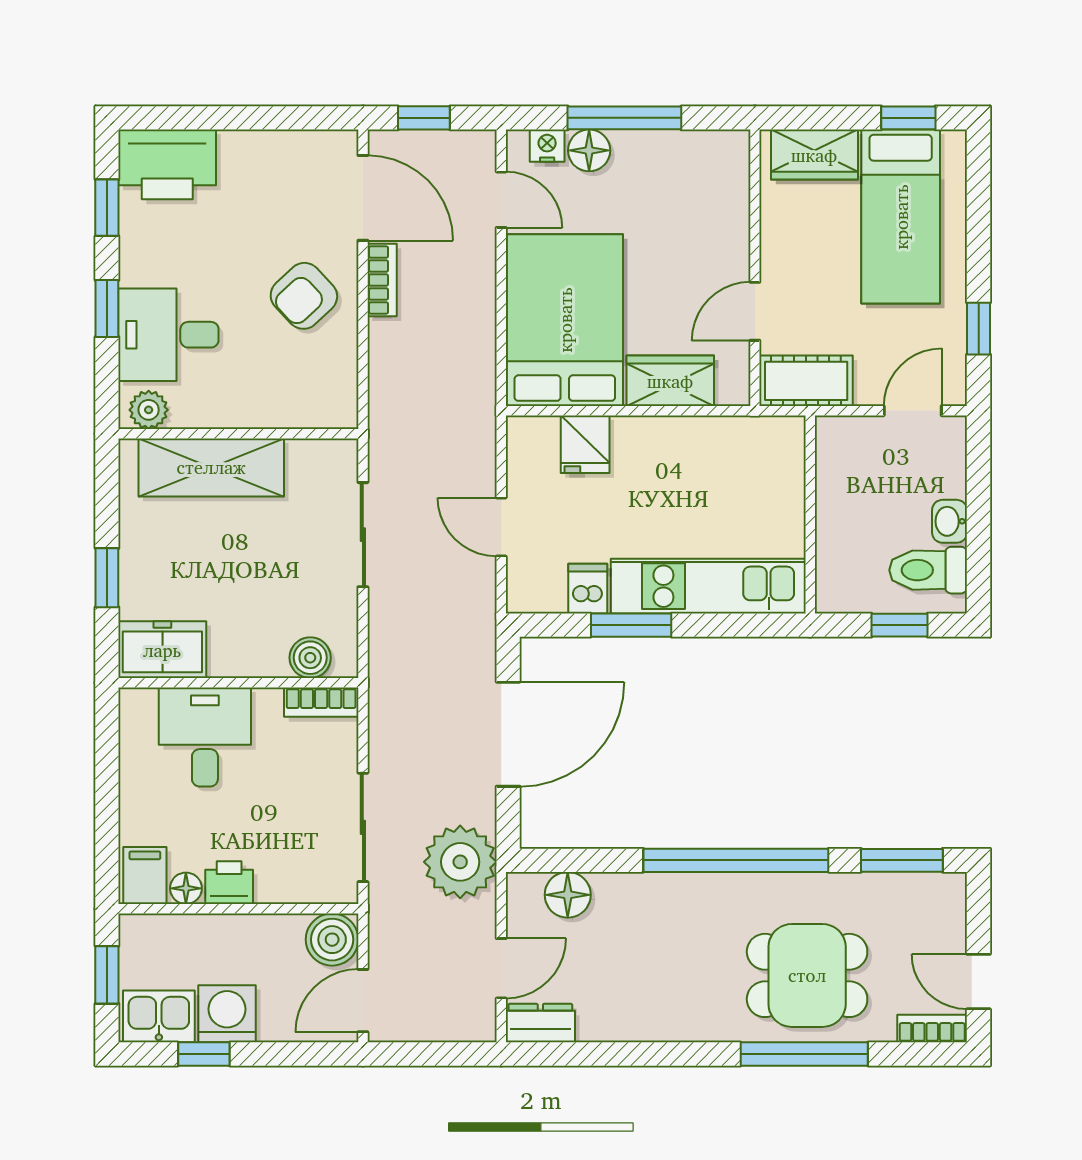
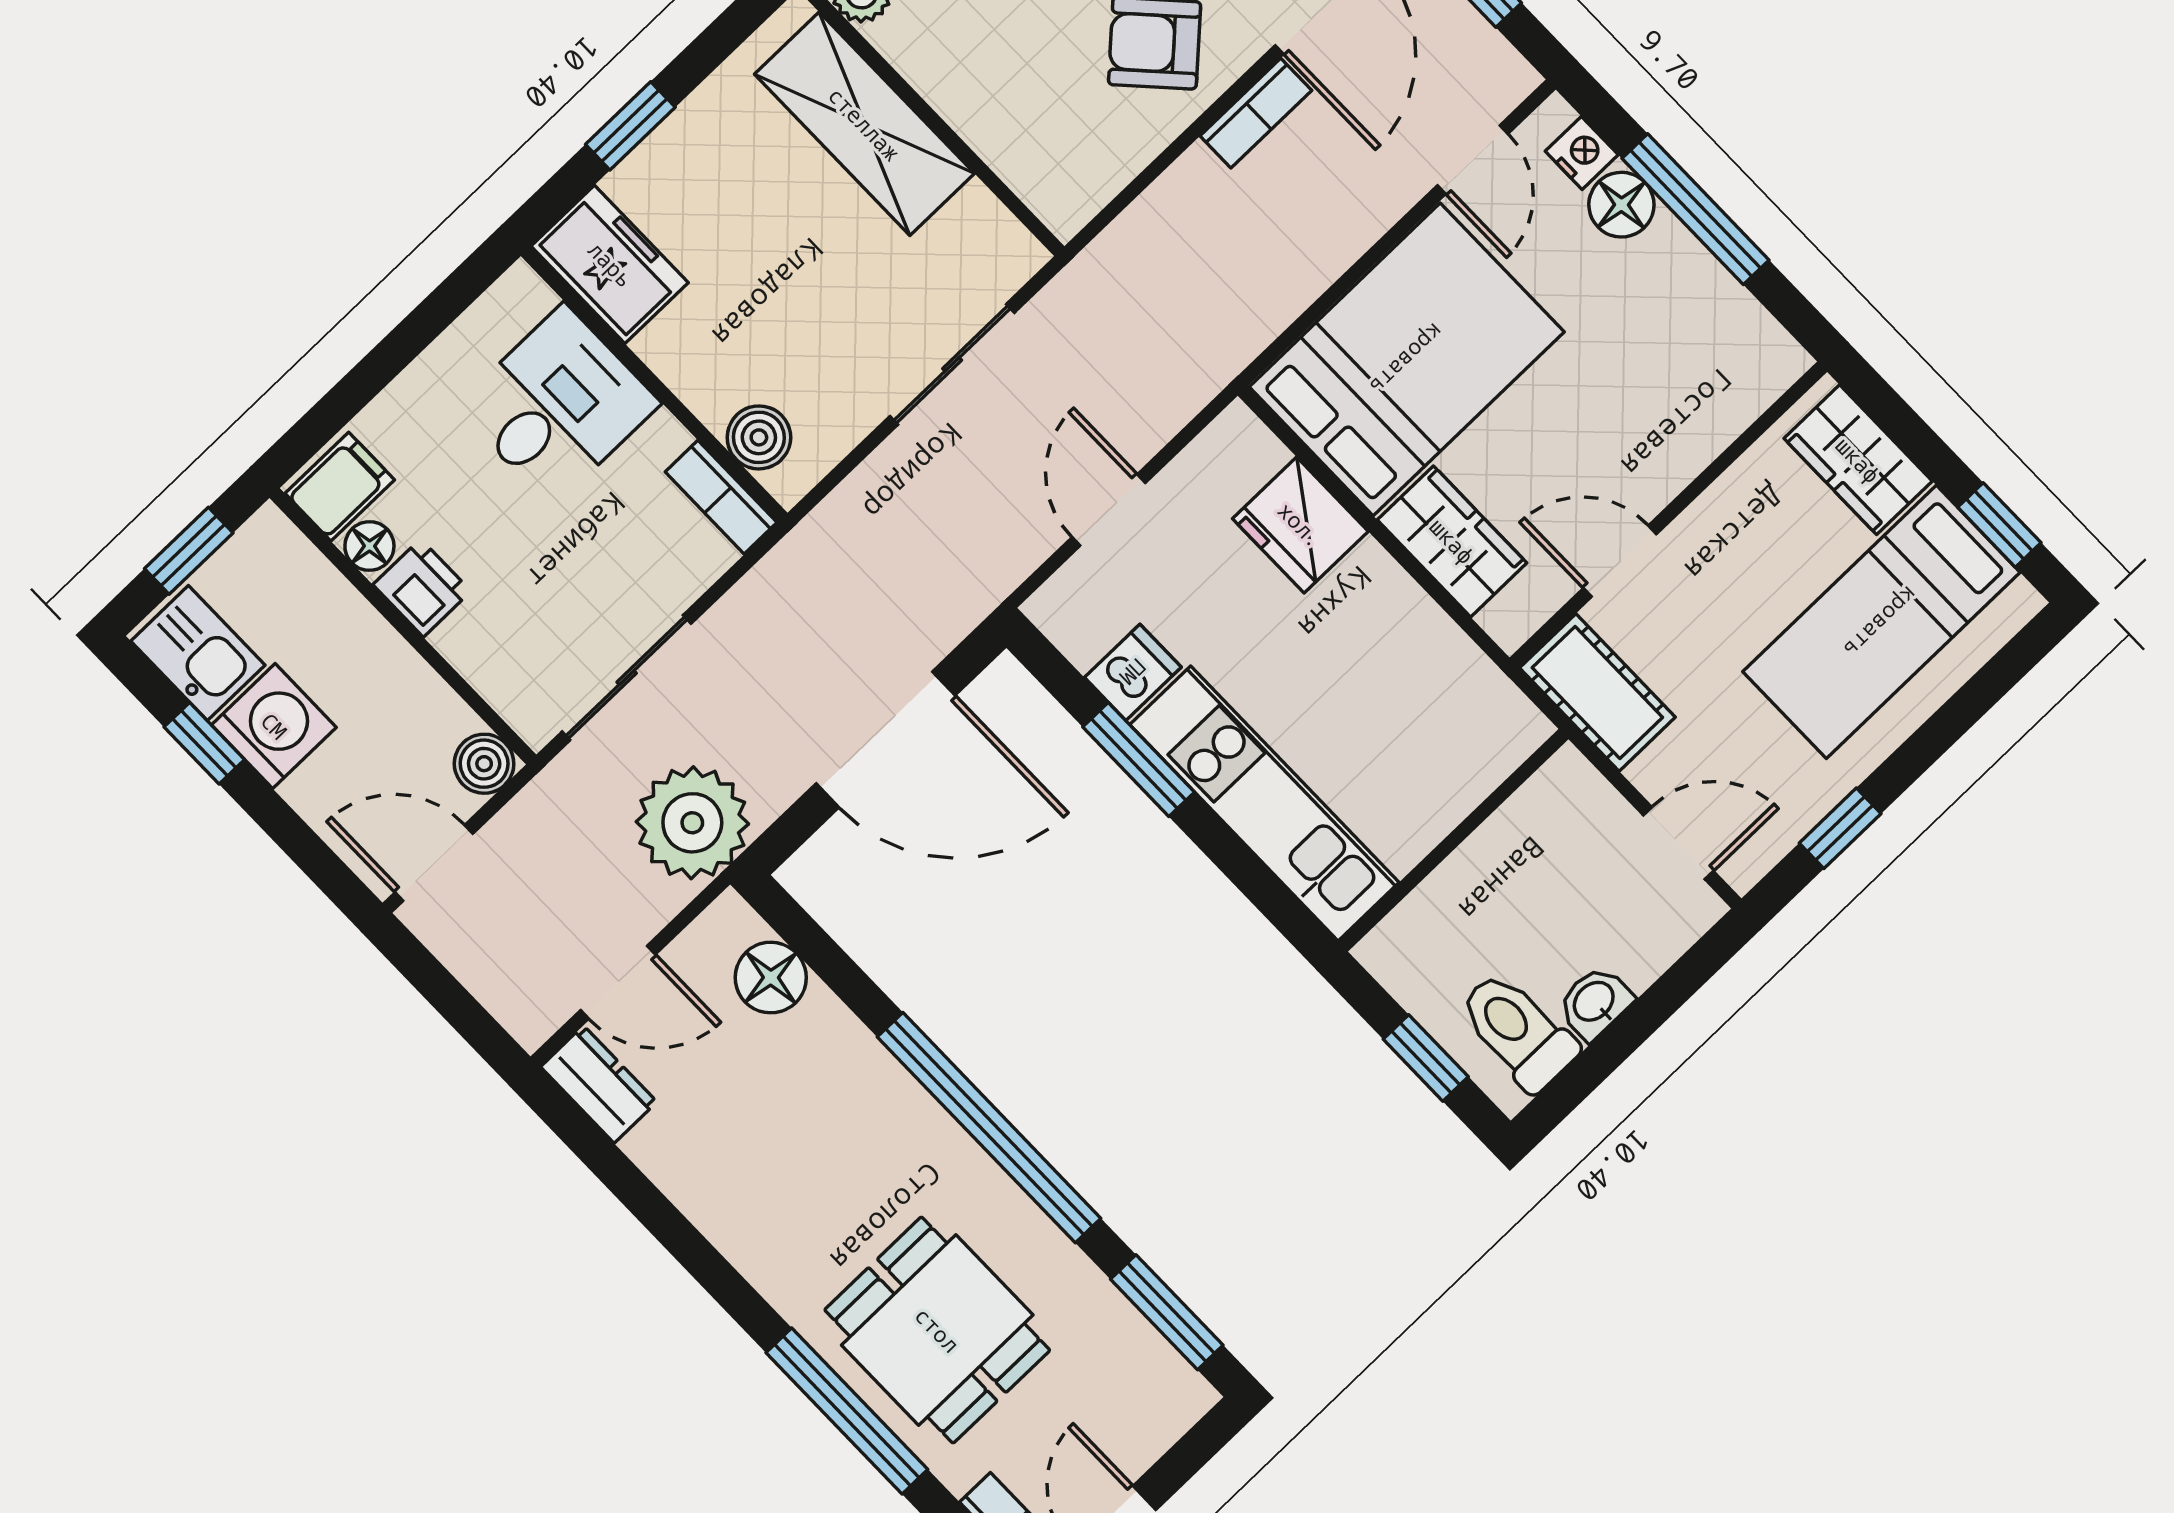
fridge: (585, 444) -> (1300, 525), width x1.38
boiler: (332, 940) -> (484, 764), width x0.73, depth x0.73

